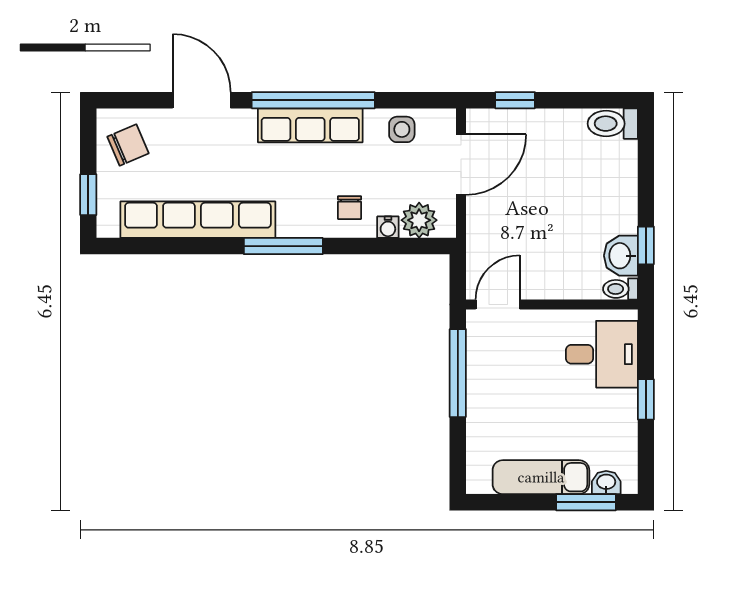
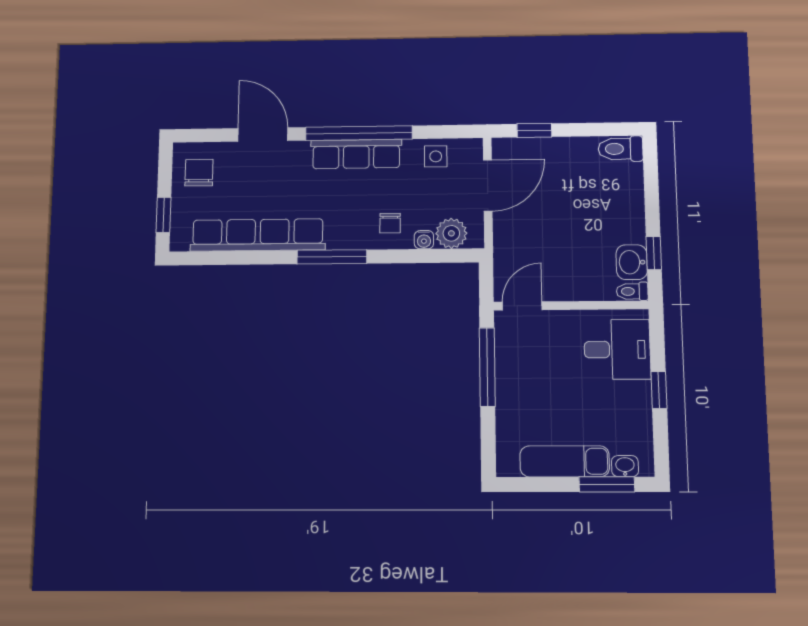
chair: (128, 145) -> (199, 173), turned -67

